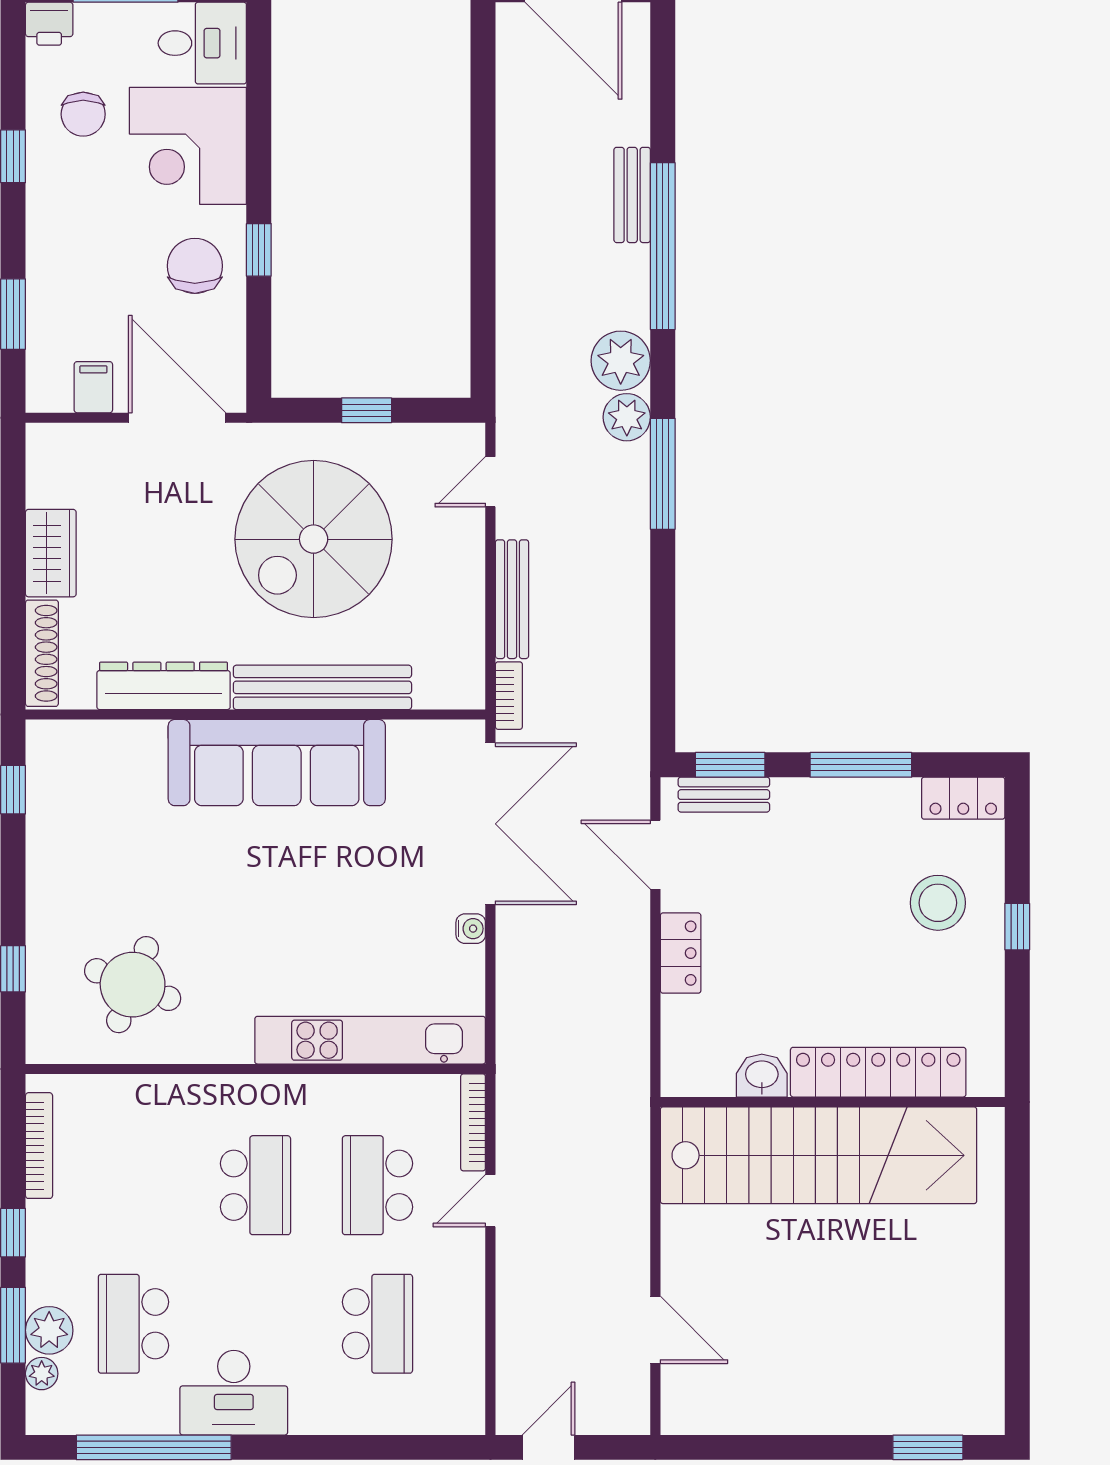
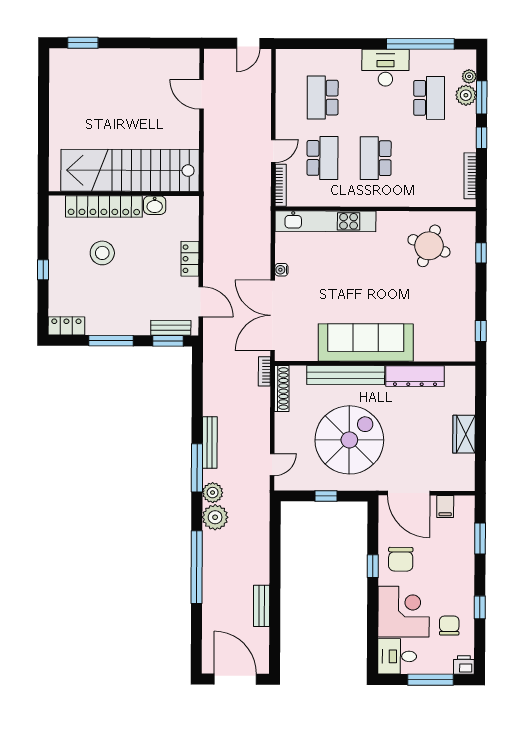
bench: (632, 195) -> (262, 606), moved
bench: (512, 599) -> (210, 442), moved
shoe rack: (42, 653) -> (282, 388), moved, turned 180
stool: (938, 903) -> (102, 253), moved

